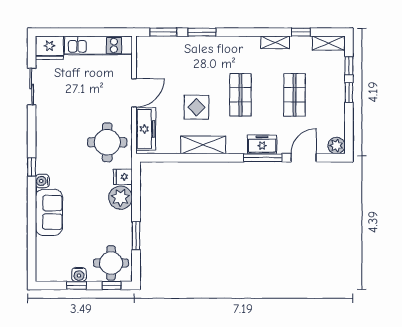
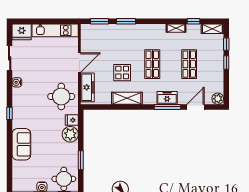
water cooler: (42, 181) -> (17, 82), moved

